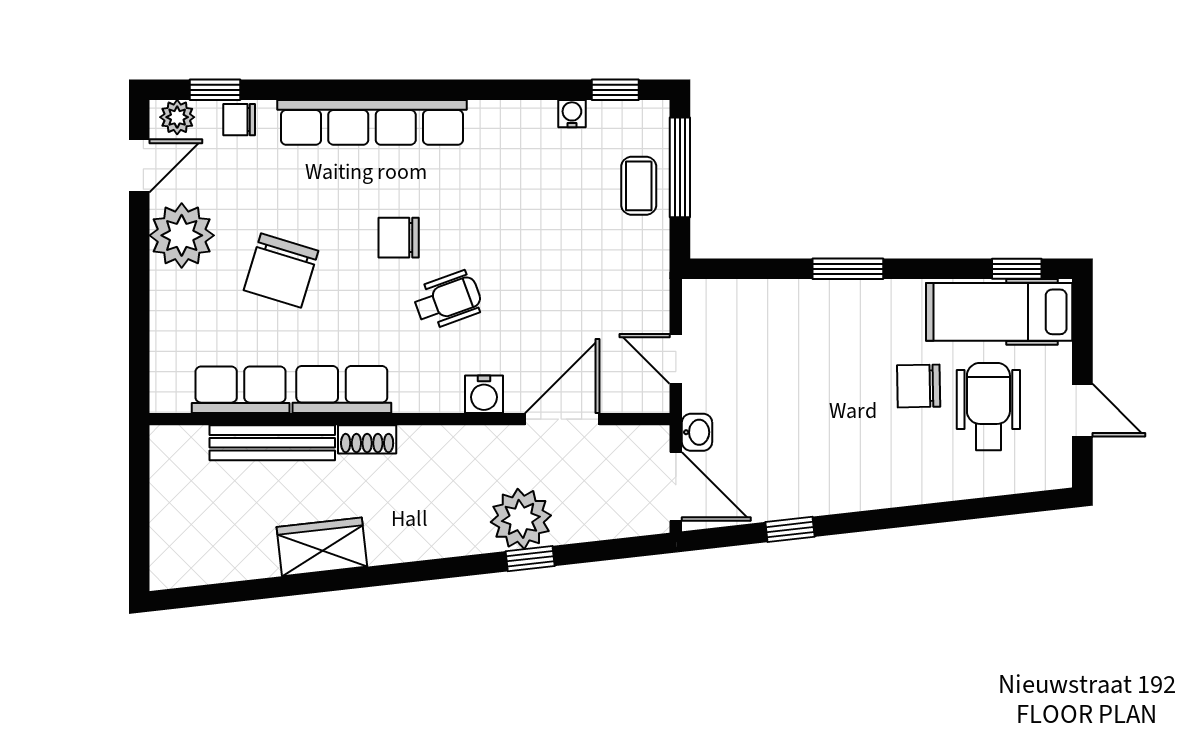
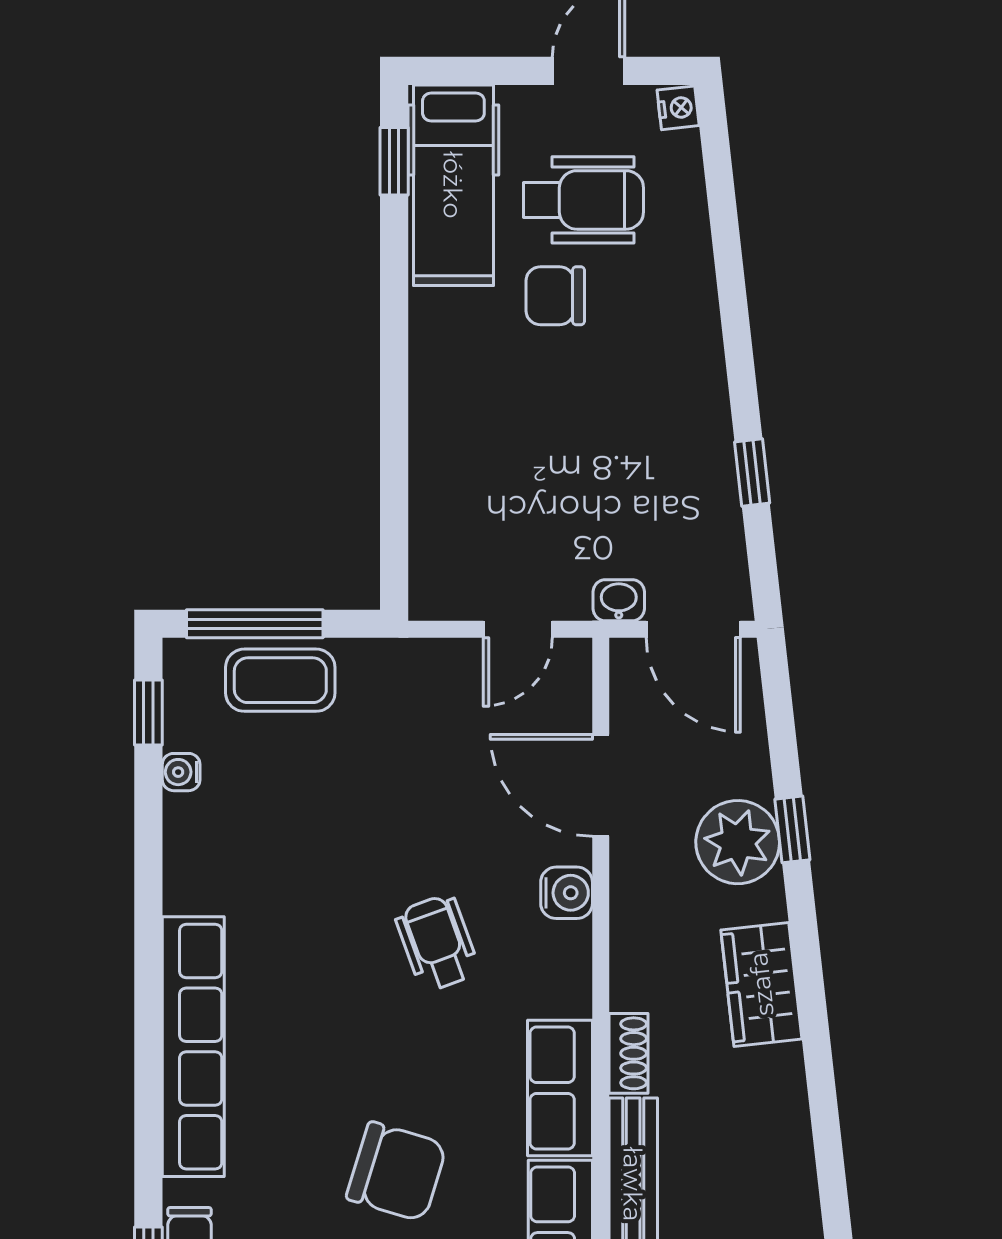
coffee table: (639, 186) -> (280, 680), width x1.36, depth x1.30
chair: (399, 238) -> (351, 1010), removed
window: (848, 269) -> (394, 393), removed
chair: (919, 386) -> (555, 296), turned 91
wheelchair: (988, 407) -> (583, 200), turned 180
nightstand: (1056, 476) -> (678, 108), added
door: (676, 486) -> (693, 629), swing flipped
wardrobe: (322, 547) -> (761, 984), moved

